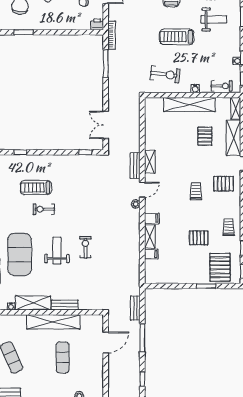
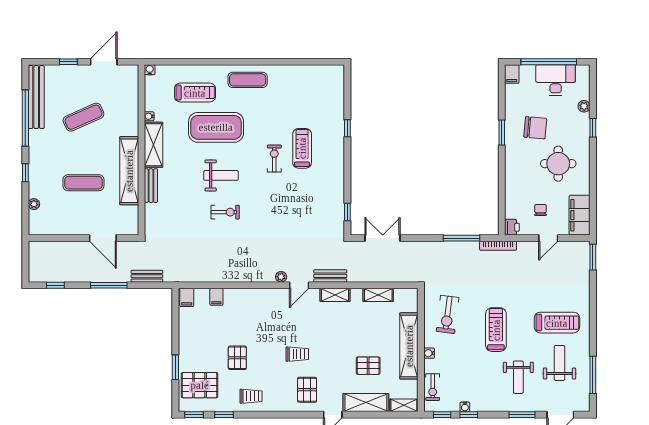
door: (142, 190) -> (299, 285), hinge flipped
filing cabinet: (152, 218) -> (187, 297), moved
shelving: (150, 236) -> (378, 295), moved

